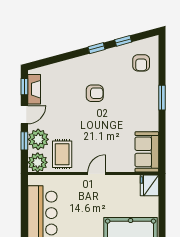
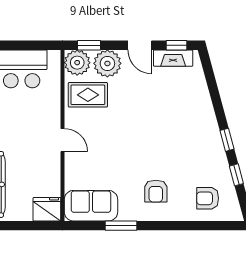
armchair: (95, 93) -> (156, 191), moved
window: (162, 98) -> (121, 226), moved
window: (24, 141) -> (89, 45), moved

